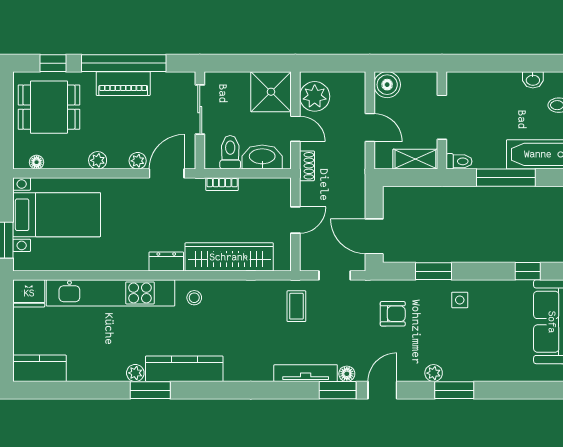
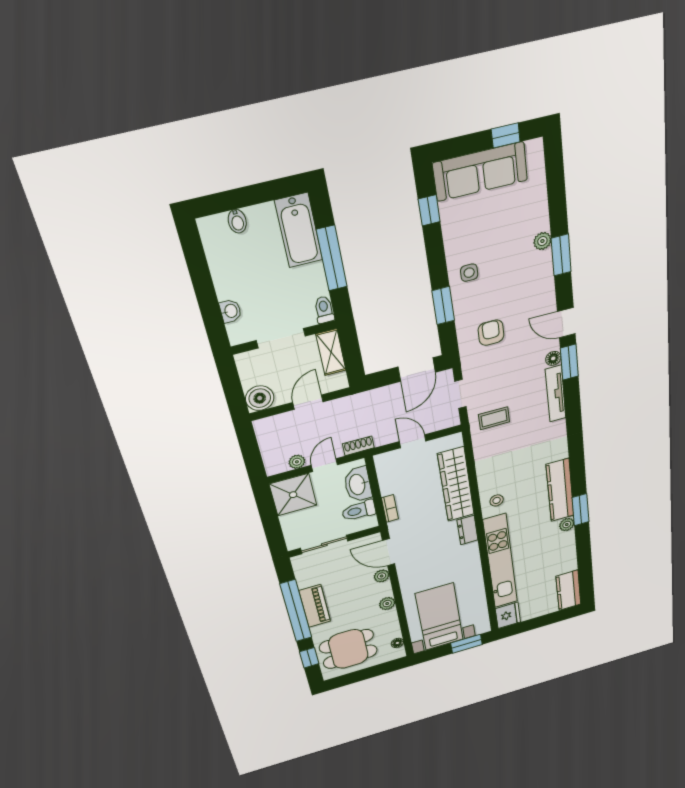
washbasin: (533, 80) -> (230, 311), moved
plant: (315, 96) -> (297, 462), width x0.53, depth x0.53
dining table: (49, 107) -> (348, 649), turned 90
plant: (434, 373) -> (542, 241), moved

